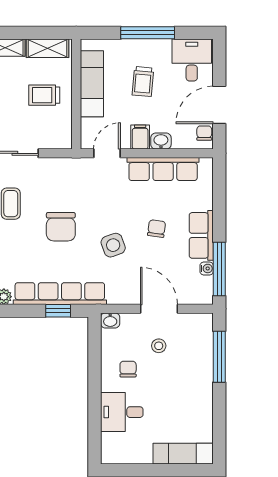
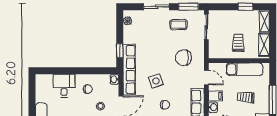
chair: (61, 227) -> (183, 58), moved
row of seats: (60, 294) -> (129, 70), moved

